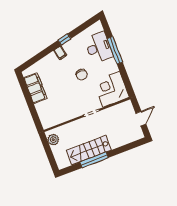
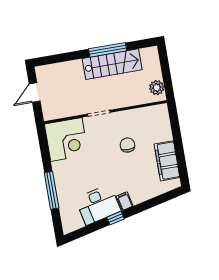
desk: (99, 48) -> (98, 205), moved, turned -103
chair: (82, 75) -> (127, 145), moved

